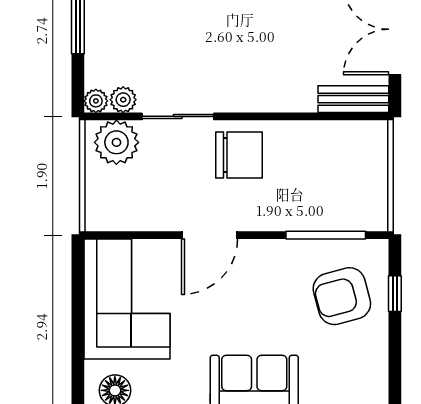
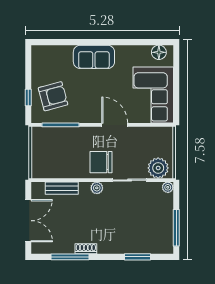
bench: (353, 99) -> (62, 188), moved
plant: (123, 100) -> (97, 188), moved
door: (210, 235) -> (115, 125), hinge flipped

